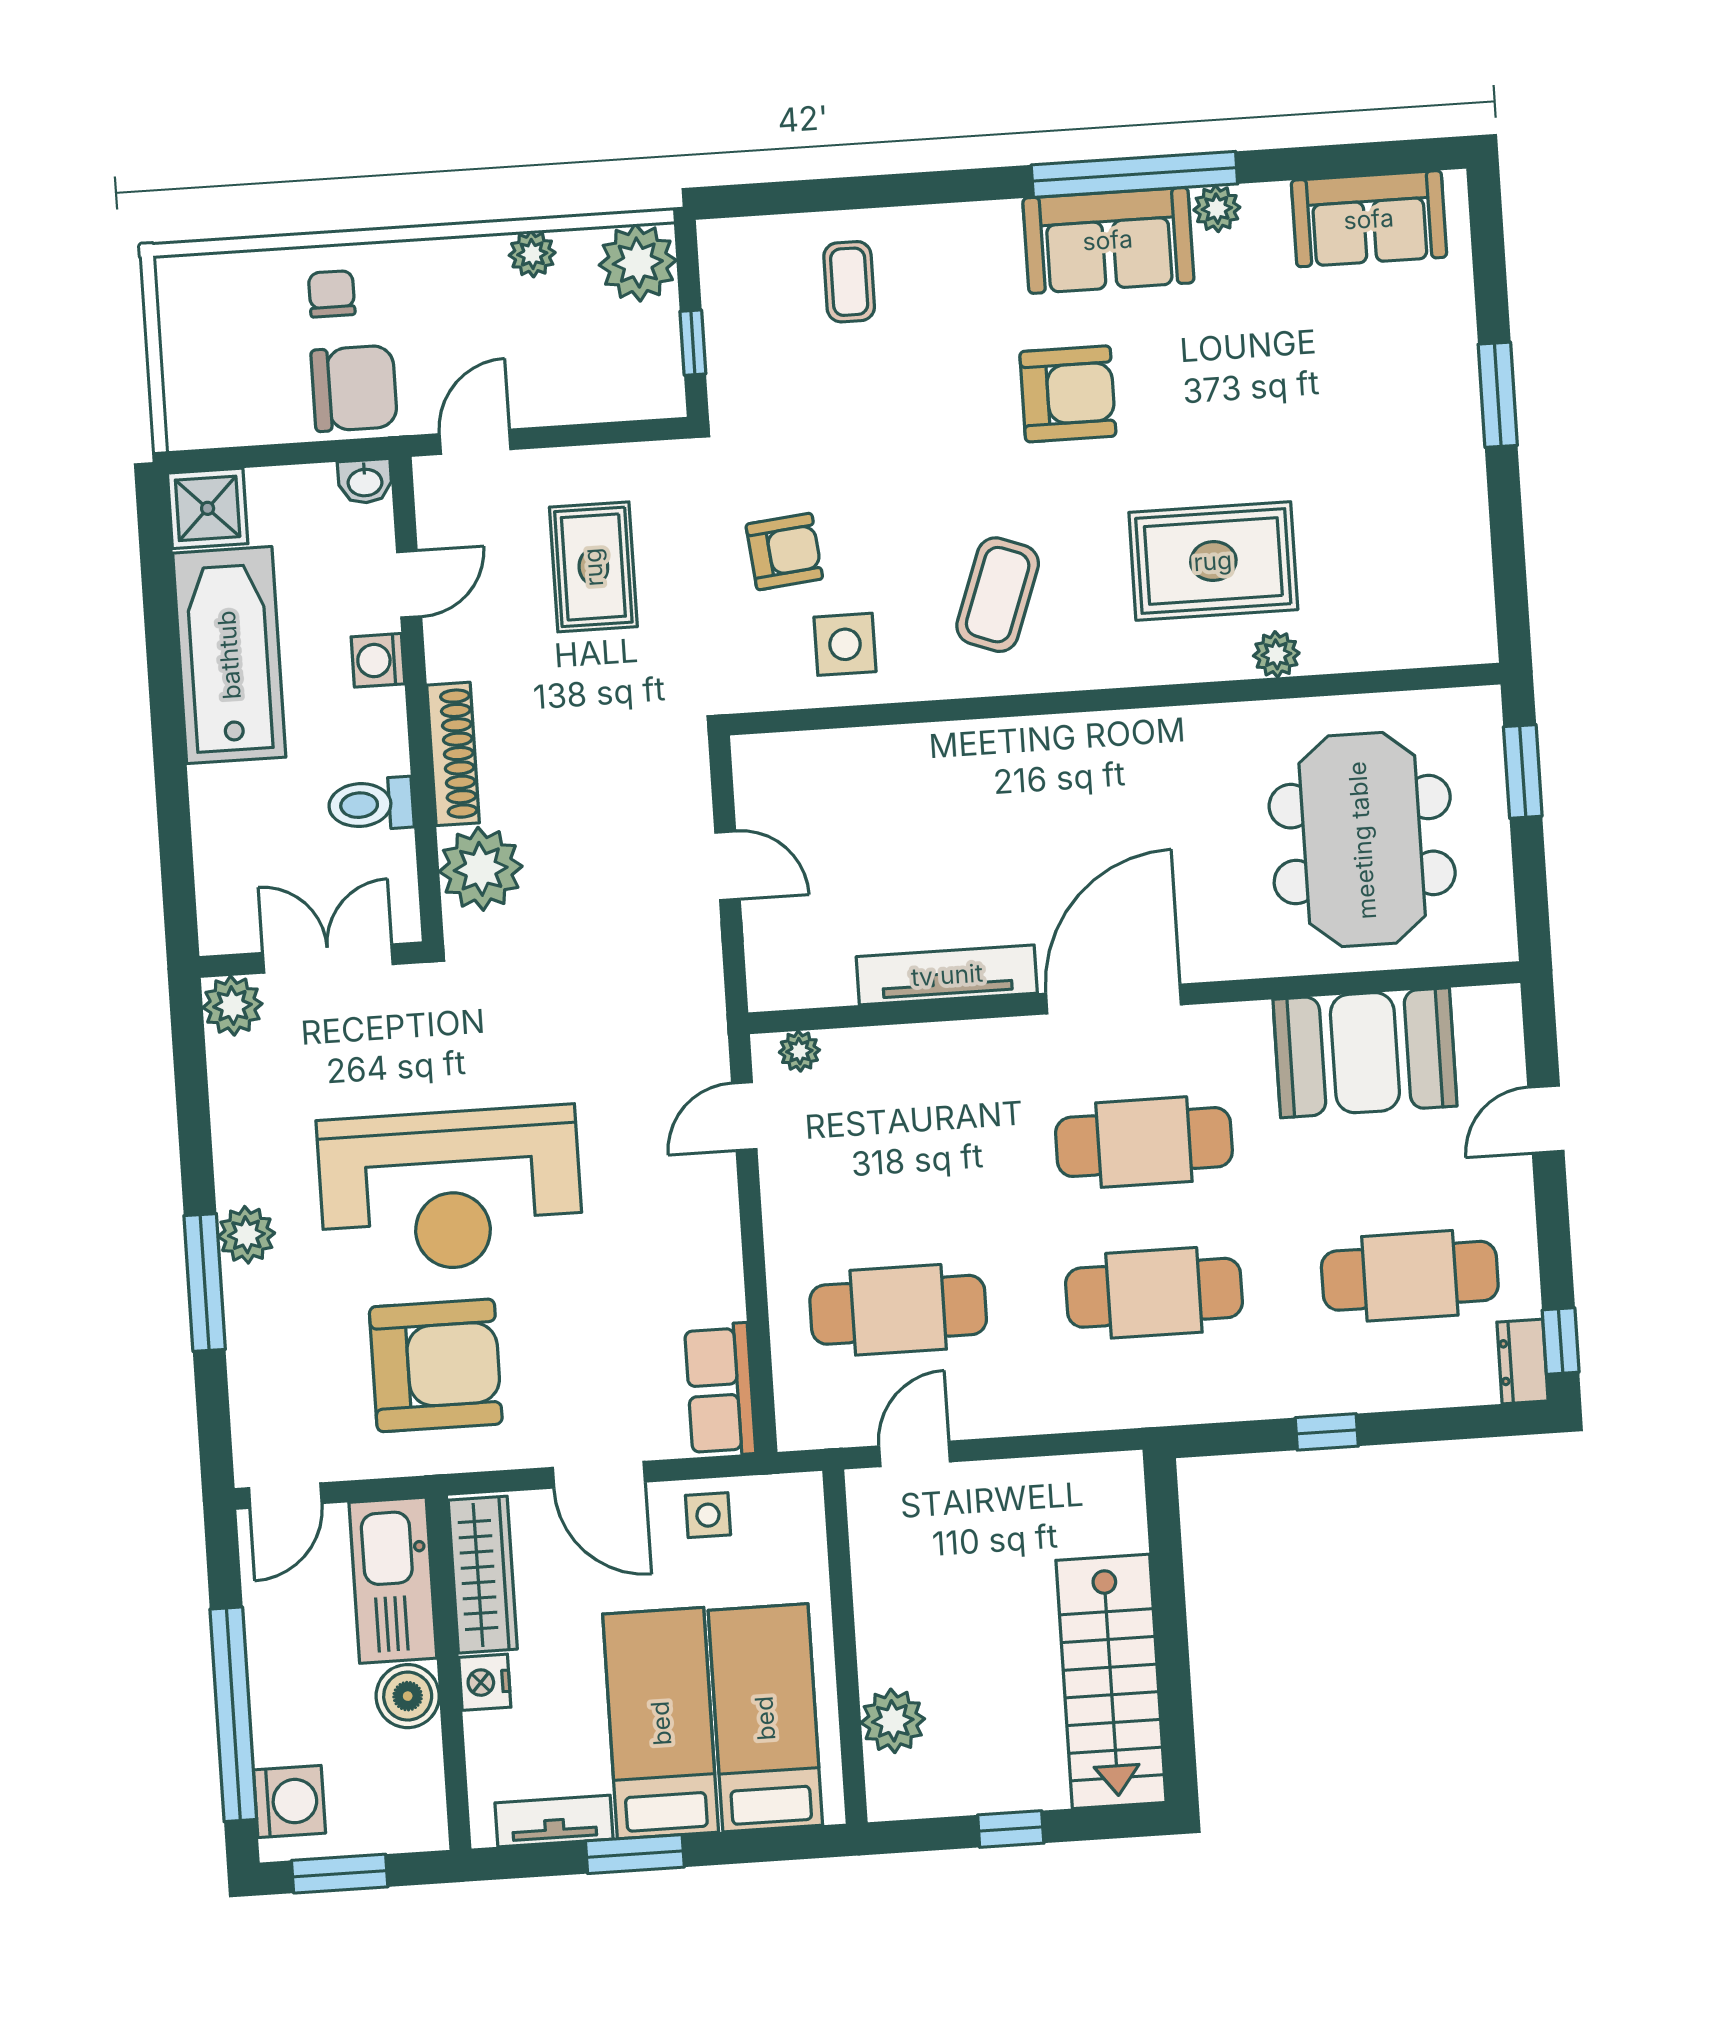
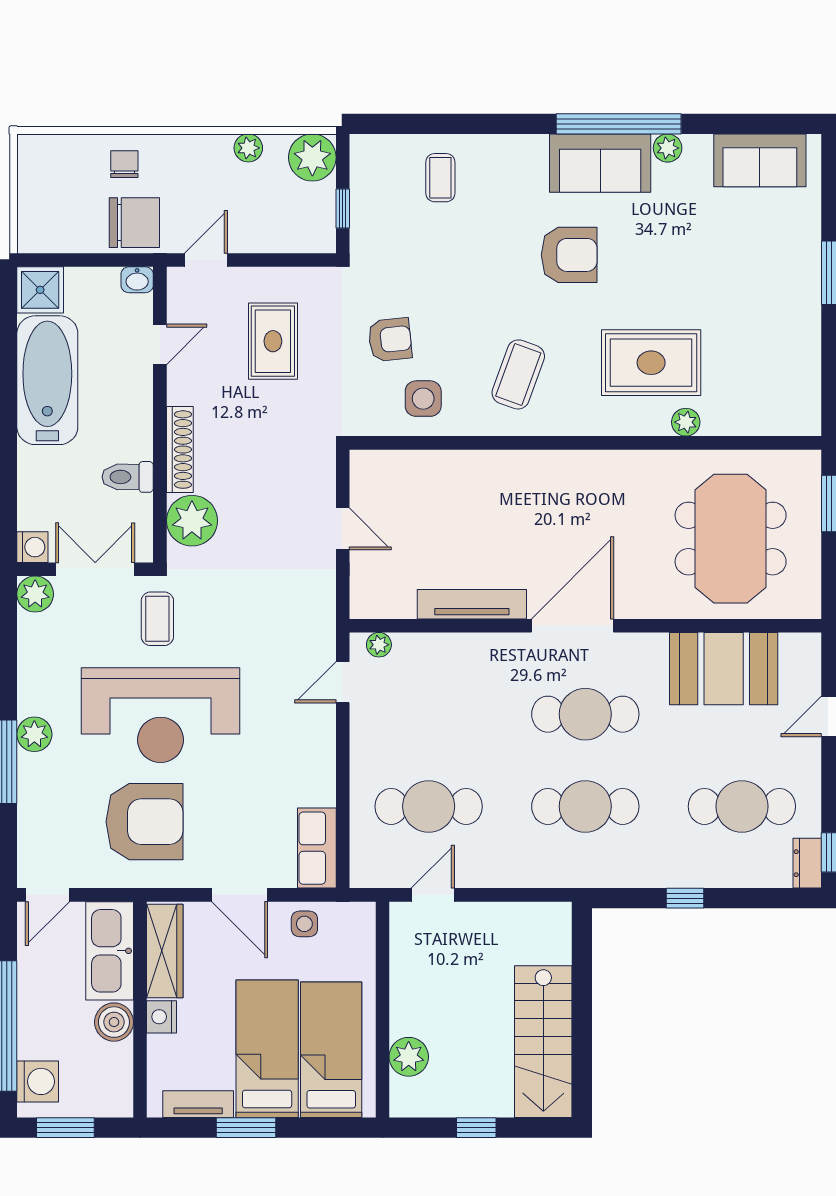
washing machine: (378, 660) -> (32, 547), moved, turned 180
coffee table: (435, 1033) -> (157, 619), added

